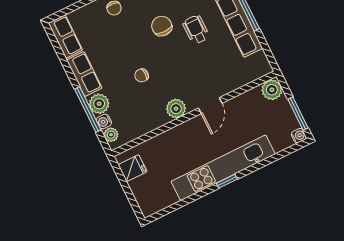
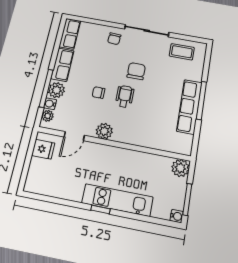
wheelchair: (196, 30) -> (125, 96), moved
door: (210, 106) -> (74, 136), moved
kitchen unit: (223, 168) -> (117, 200), width x0.73

